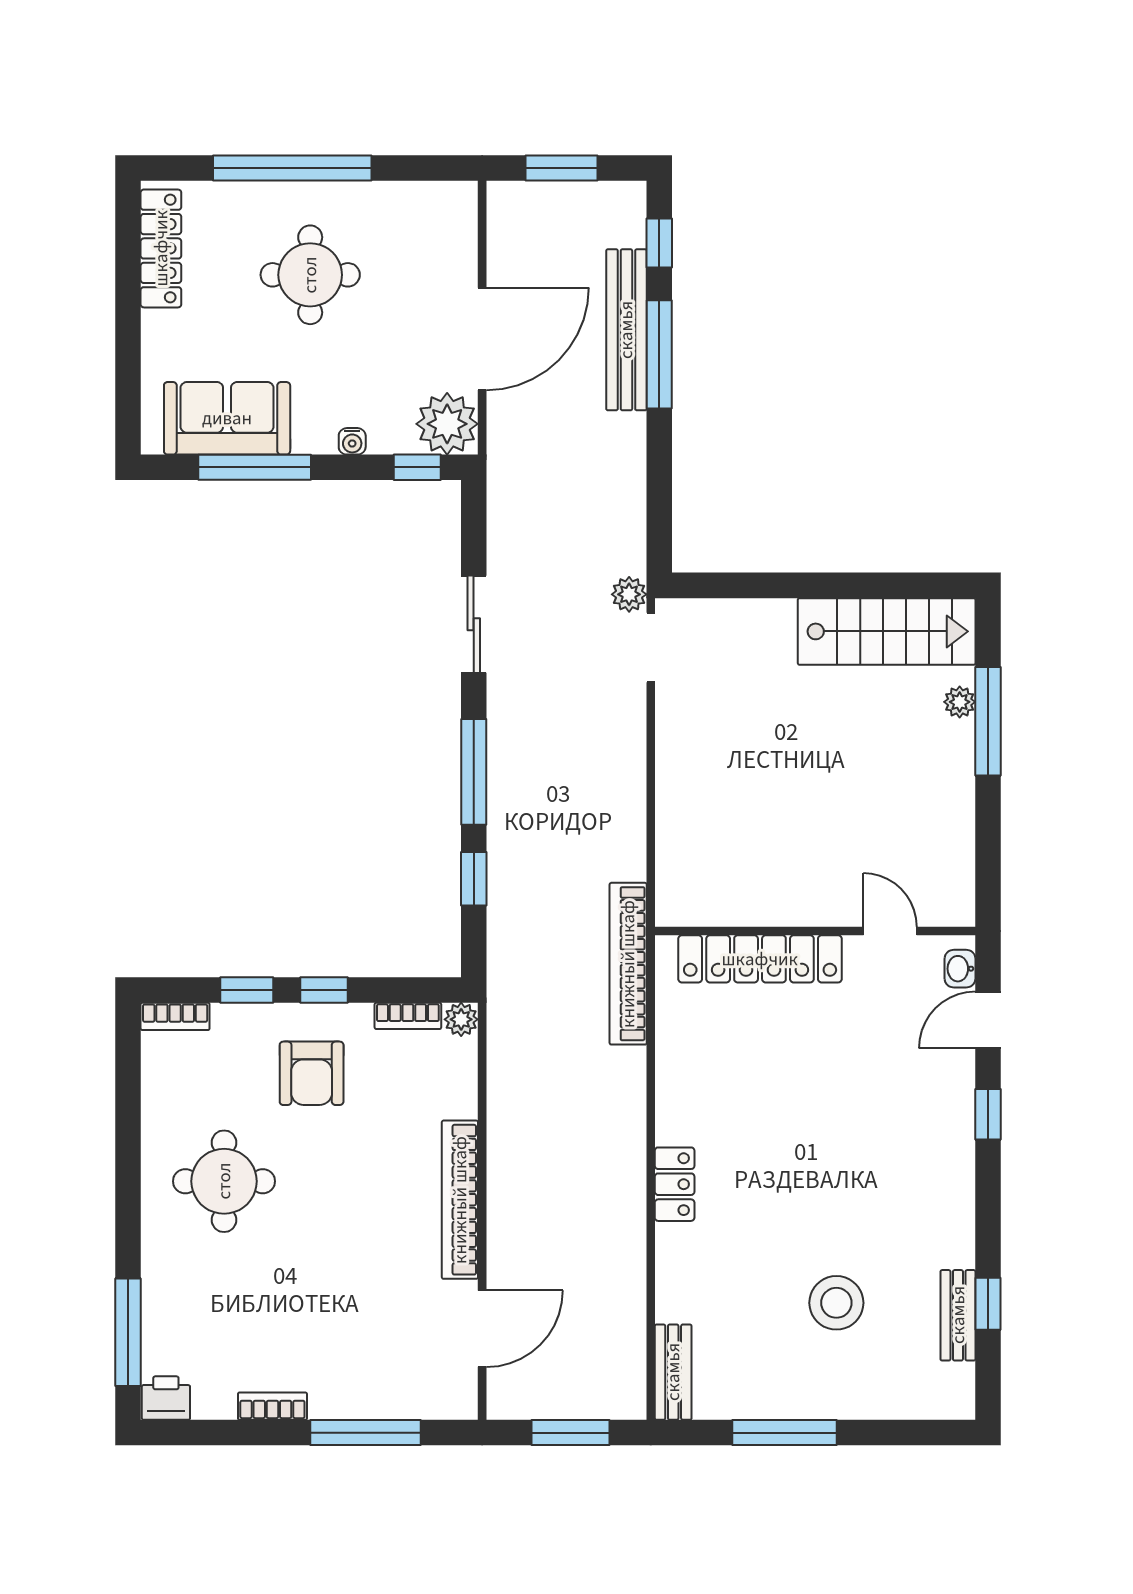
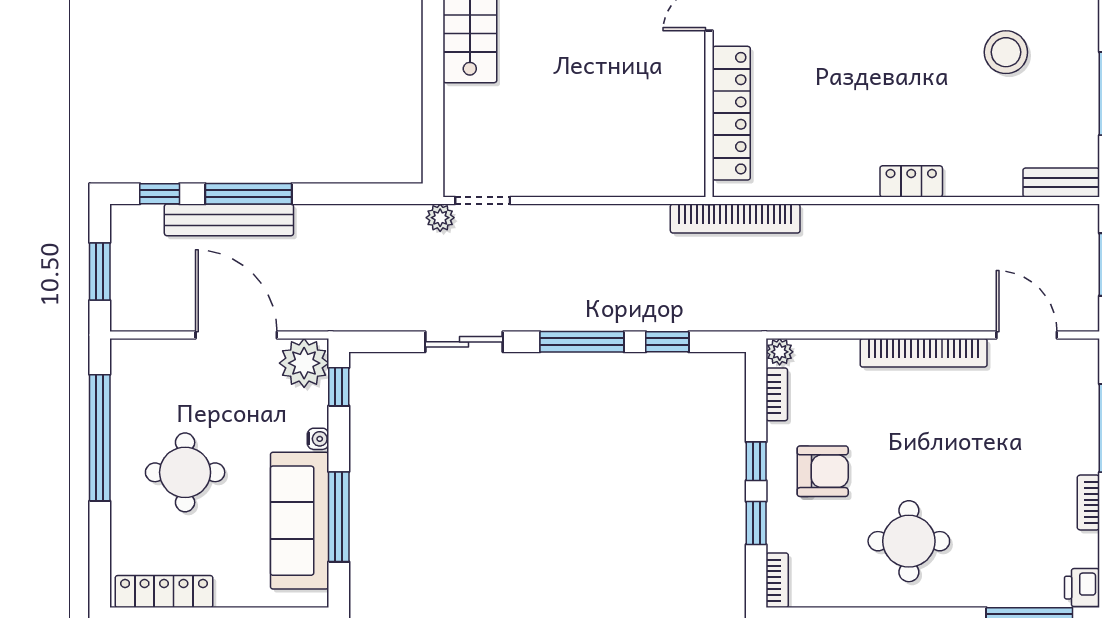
window: (292, 168) -> (100, 438), moved
sofa: (227, 418) -> (300, 521), width x1.36

